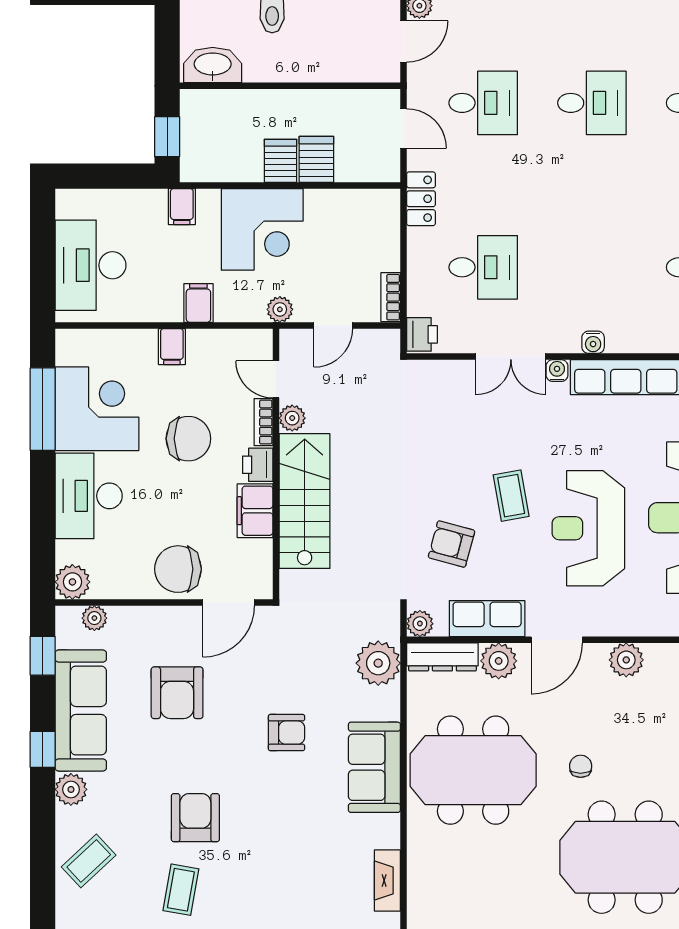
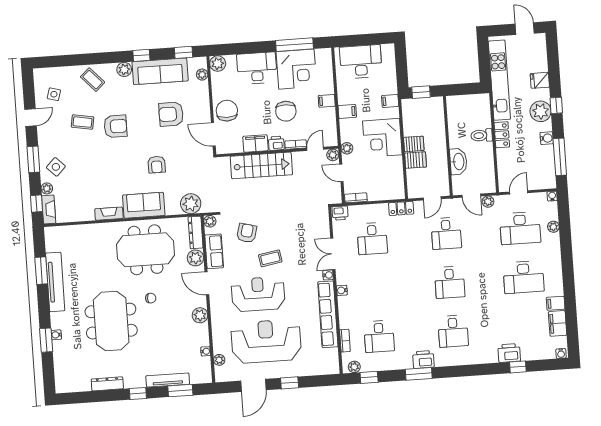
washbasin: (213, 65) -> (458, 162), moved
plant: (292, 418) -> (333, 155), moved
meeting table: (473, 770) -> (146, 250), turned 90
fireplace: (387, 880) -> (109, 214), moved

